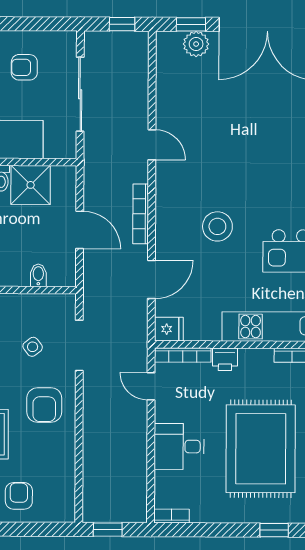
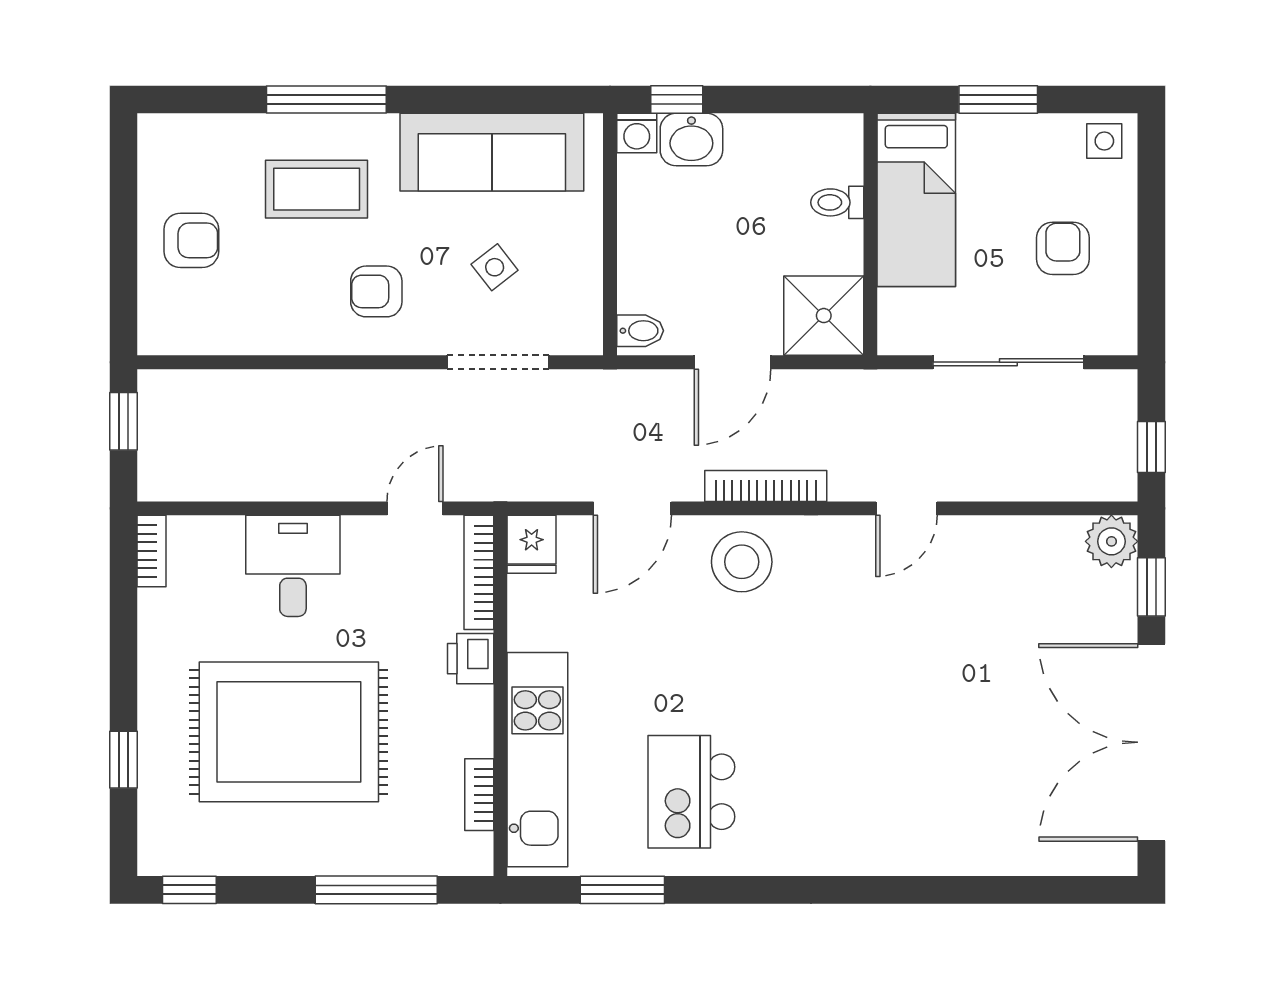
plant: (196, 44) -> (1111, 541), moved
shower: (31, 185) -> (824, 316), moved
stool: (217, 226) -> (742, 562), moved
bidet: (38, 275) -> (640, 331), moved
door: (151, 279) -> (632, 508), hinge flipped
armchair: (44, 405) -> (376, 291), width x0.72, depth x0.72

